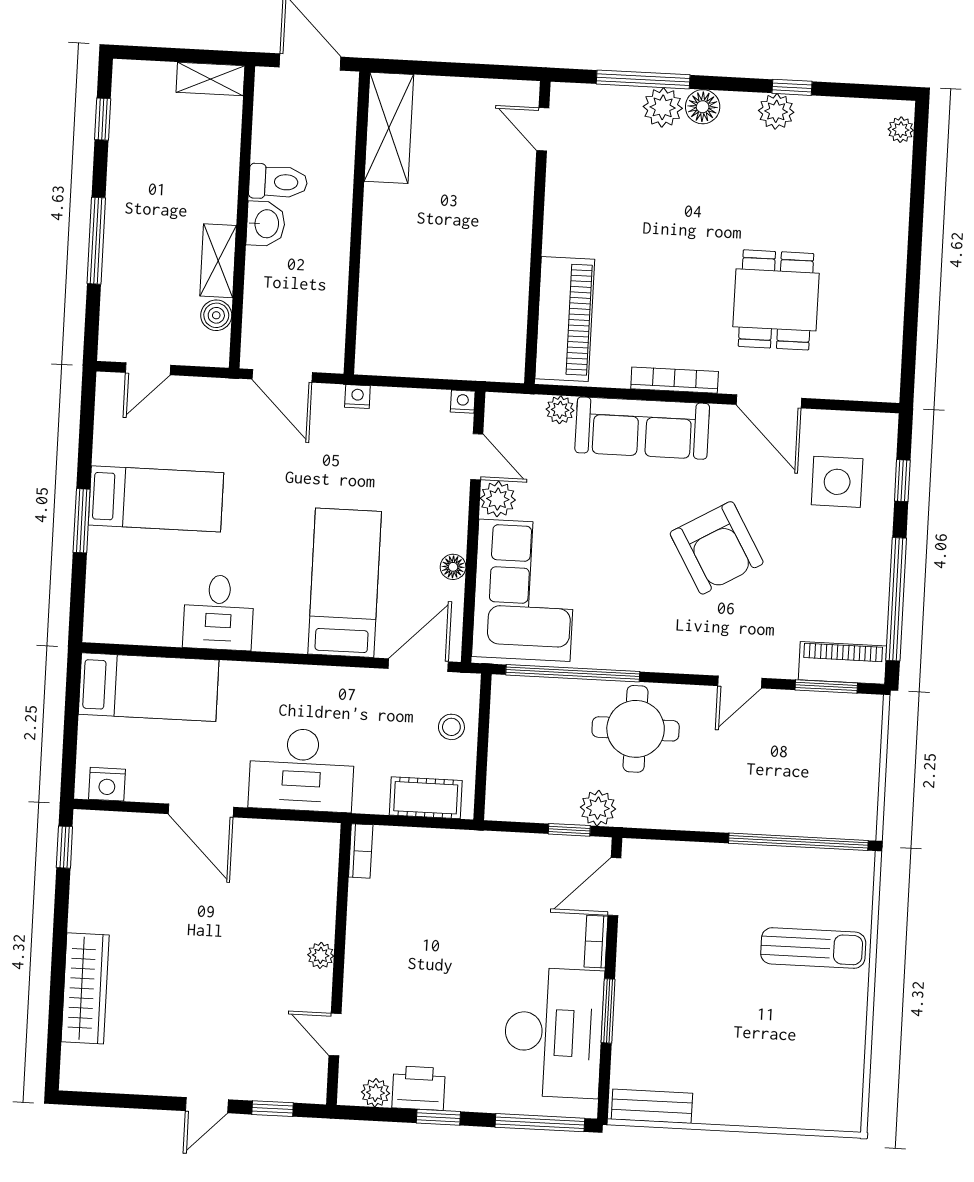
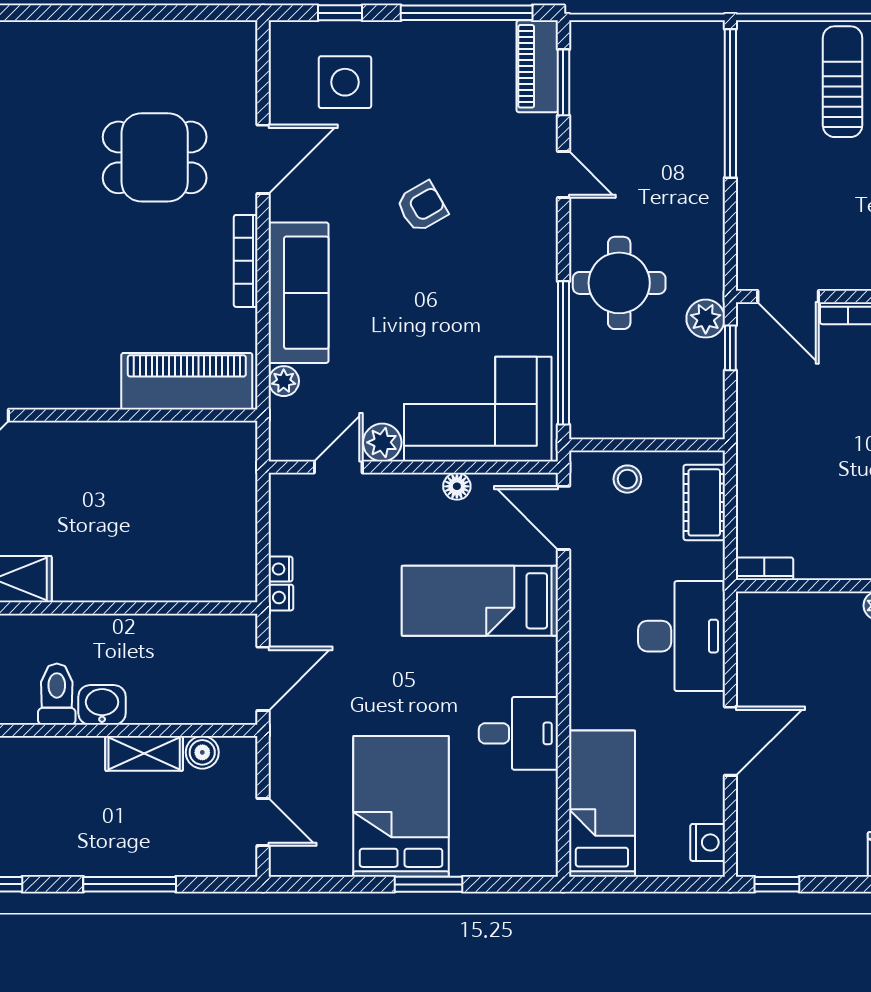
nightstand: (463, 402) -> (280, 569), moved
bed: (156, 499) -> (401, 806), width x1.50
armchair: (717, 548) -> (422, 207), width x0.53, depth x0.53

